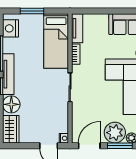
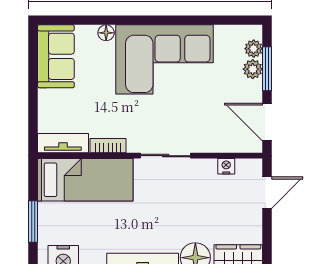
plant: (115, 133) -> (253, 69), width x0.53, depth x0.53
nightstand: (64, 138) -> (226, 166), moved

